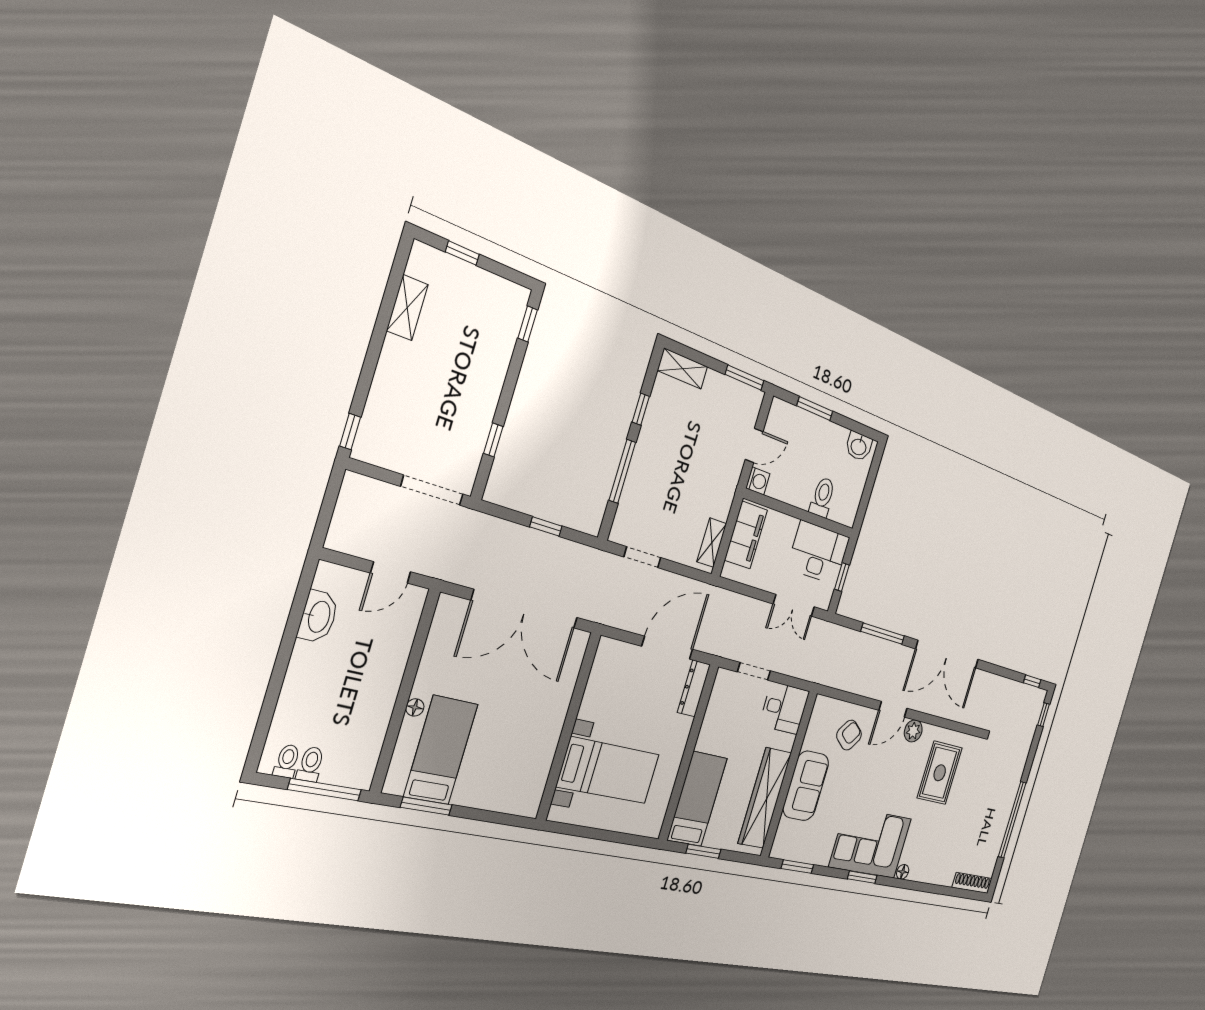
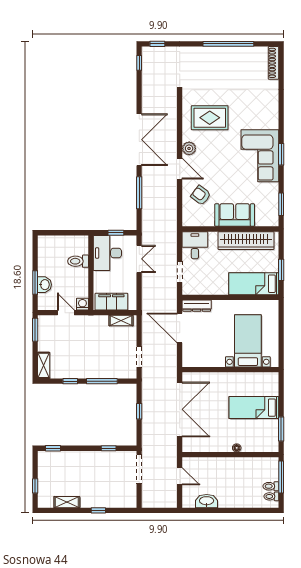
window: (350, 432) -> (98, 510), moved
washbasin: (859, 446) -> (45, 285), moved
bed: (441, 750) -> (254, 408), moved
floor lamp: (903, 872) -> (274, 124), removed

